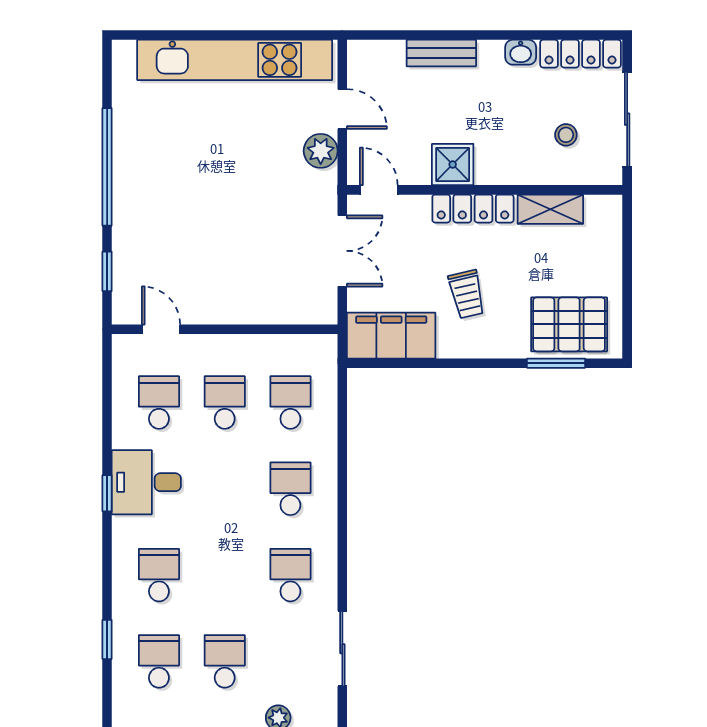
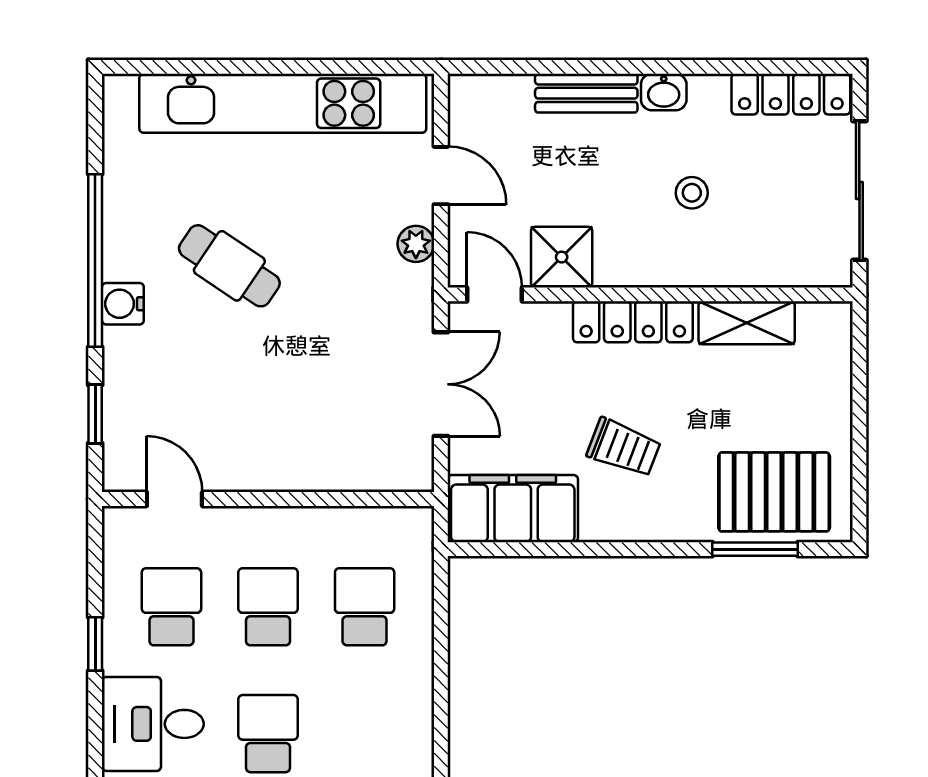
washbasin: (521, 52) -> (664, 92), moved
stool: (566, 135) -> (692, 193), moved
plant: (321, 151) -> (416, 244), width x0.73, depth x0.73
shower: (453, 164) -> (562, 257), moved
cafe table: (198, 170) -> (229, 266), added
water cooler: (126, 196) -> (123, 304), added
trolley: (467, 294) -> (624, 448), turned -56
school desk: (290, 489) -> (268, 734), moved
window: (107, 493) -> (95, 644), moved

